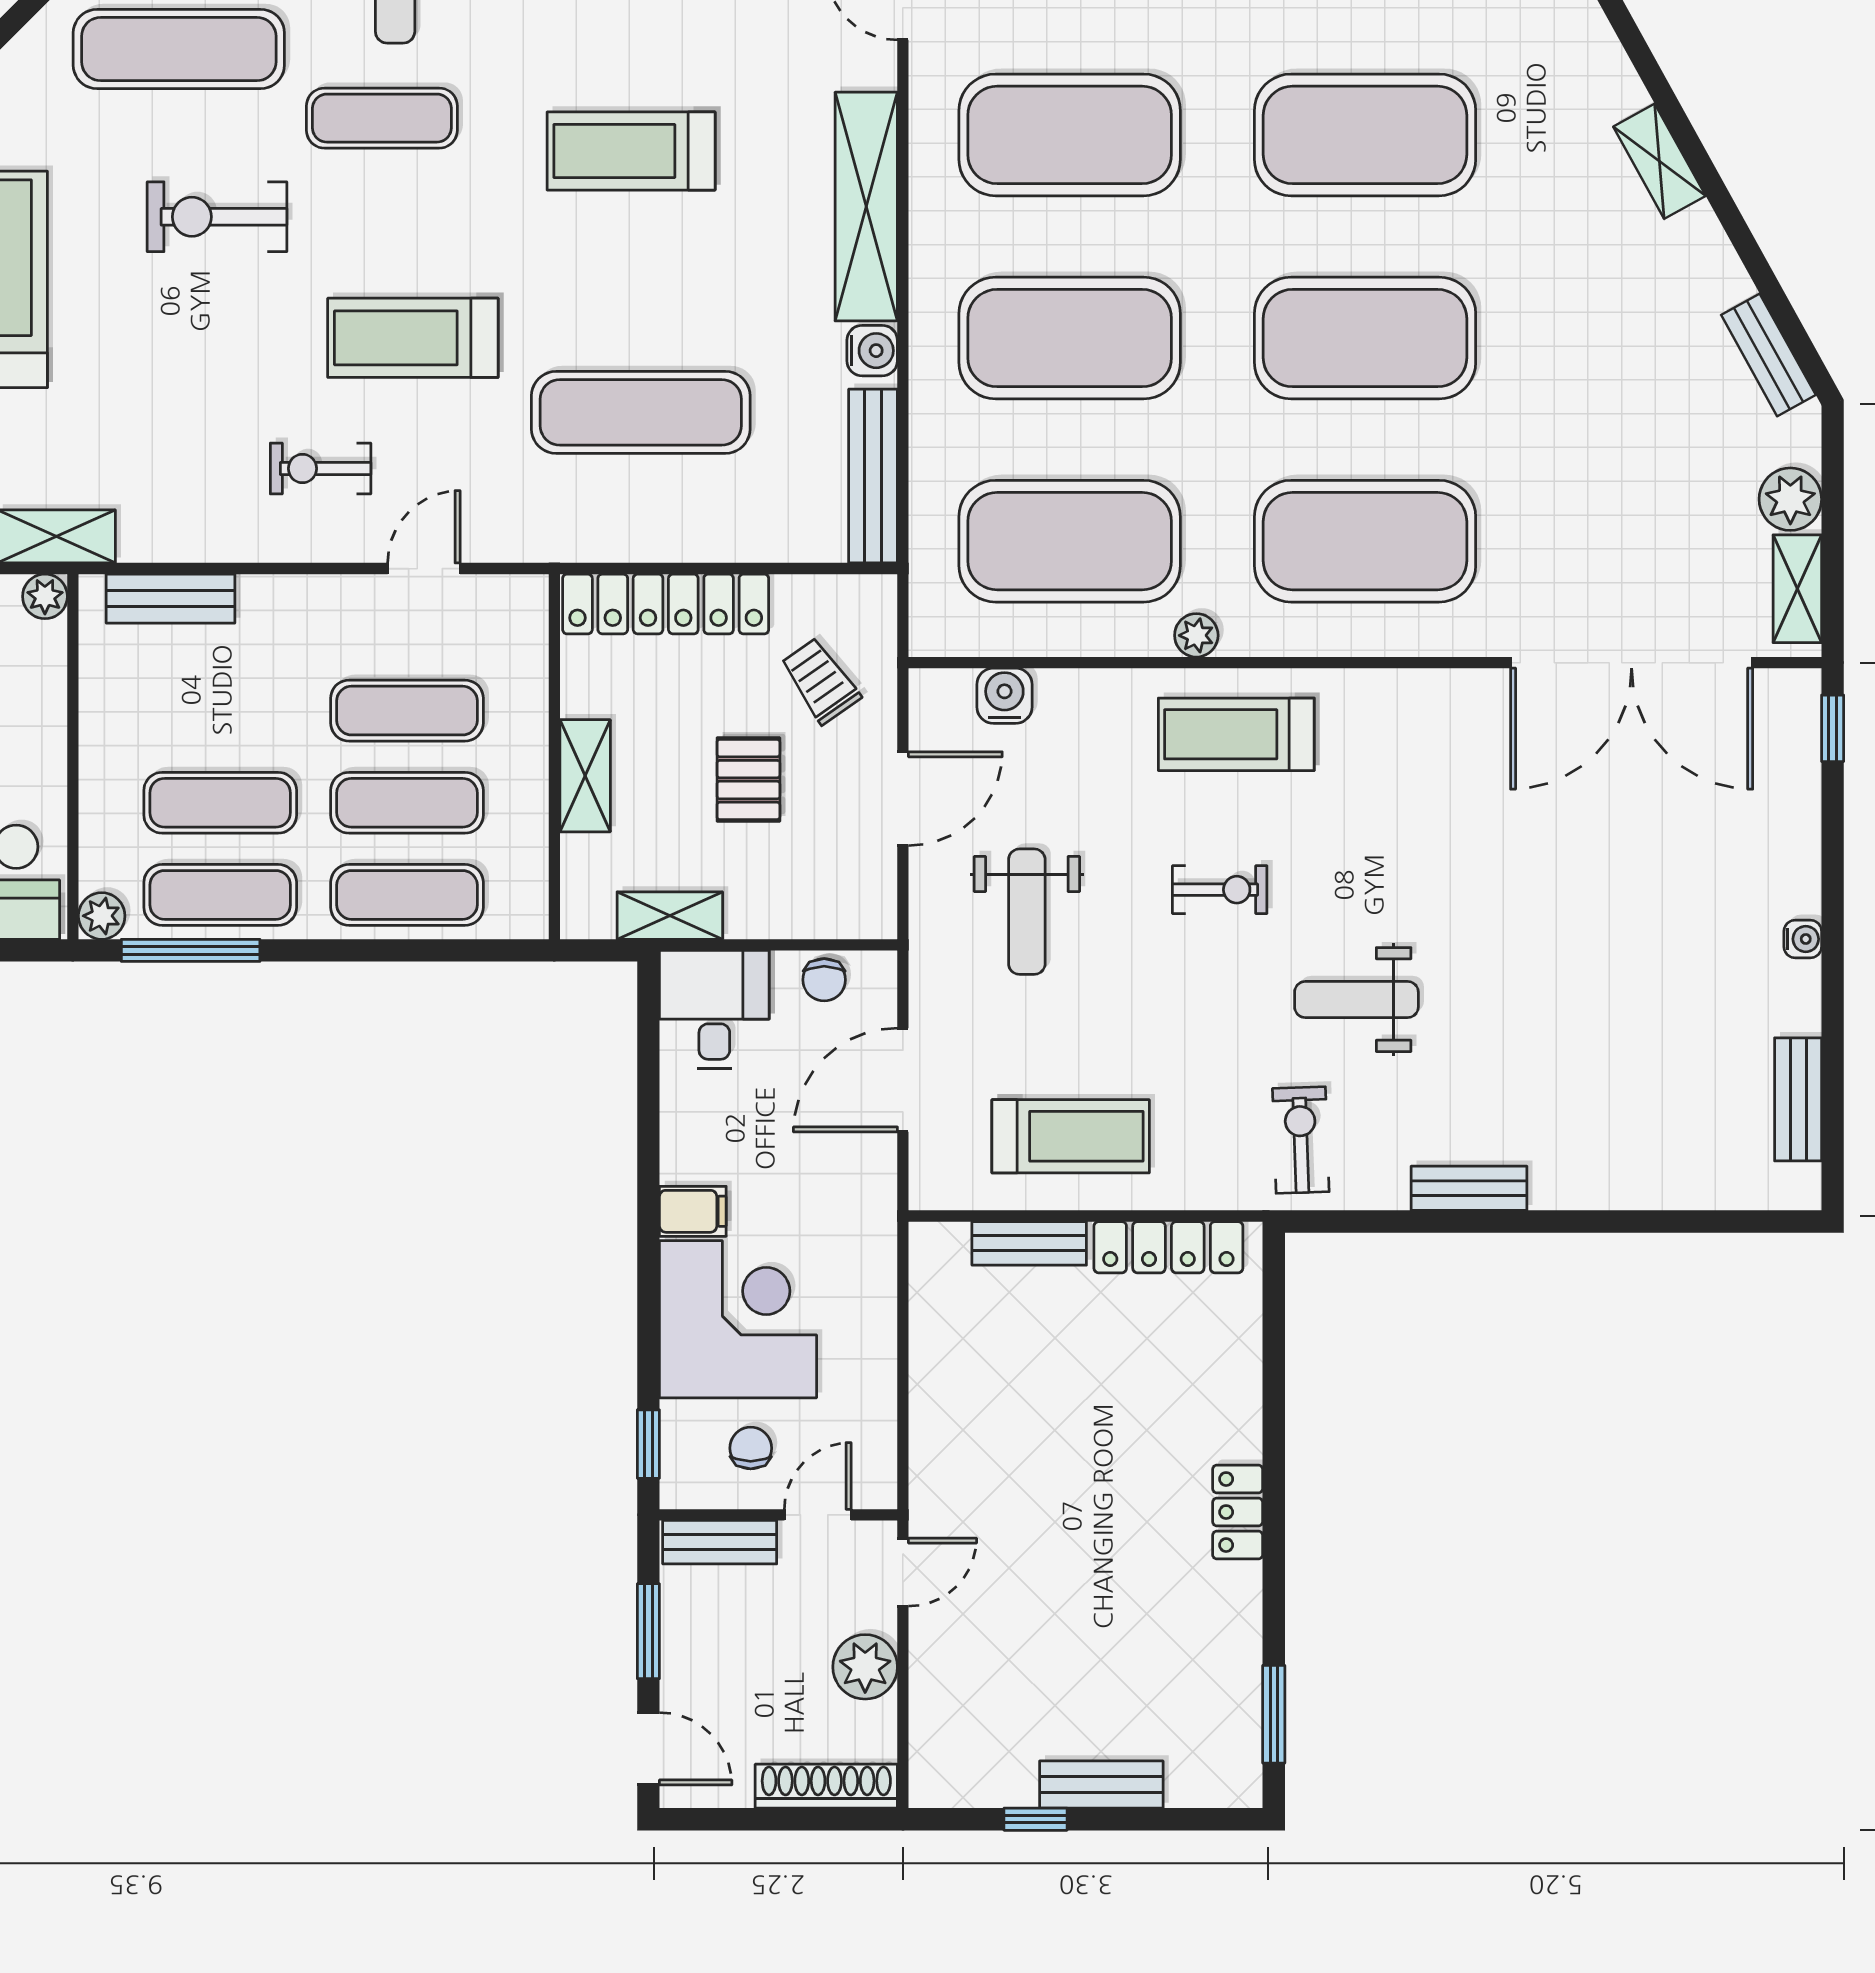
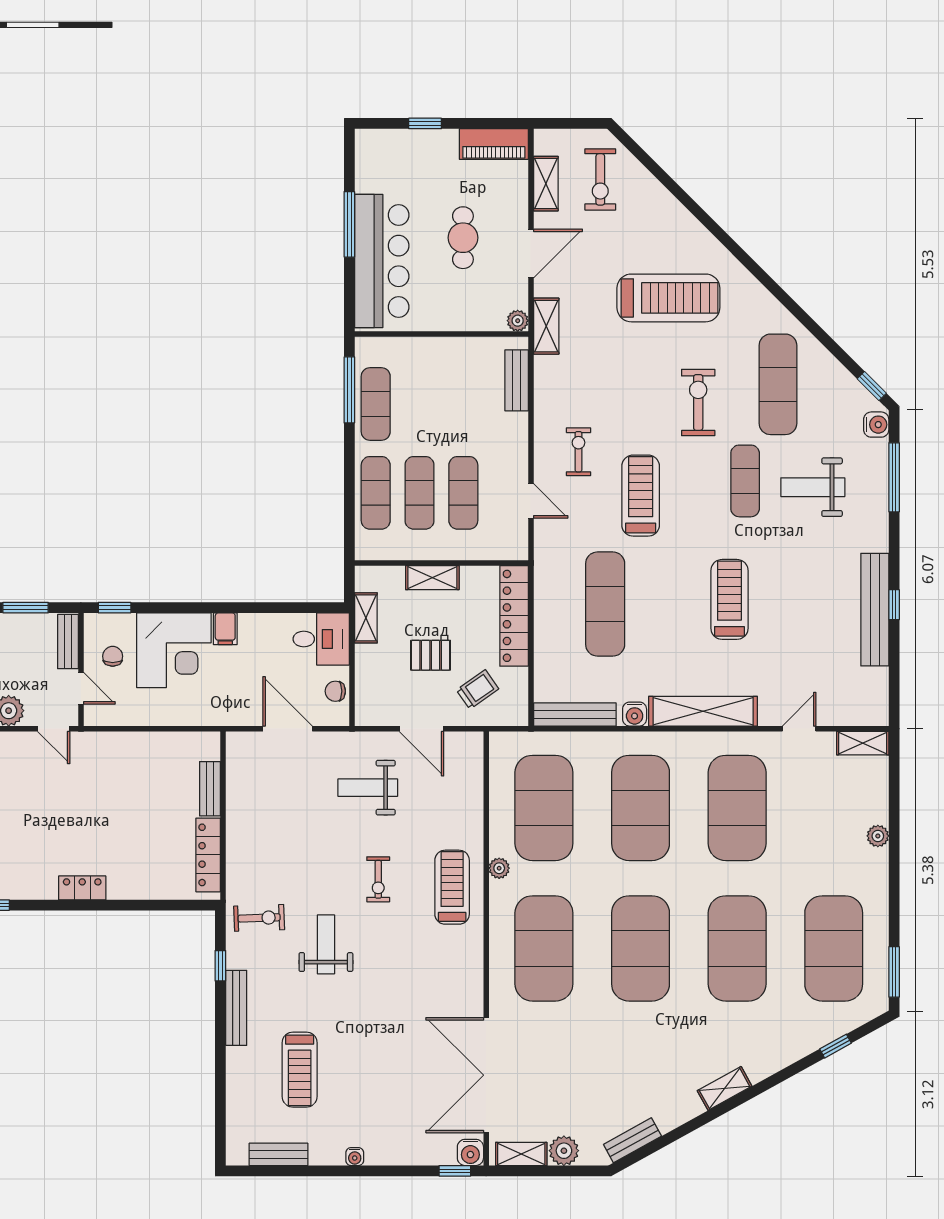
water cooler: (1004, 696) -> (470, 1152), moved, turned 90
exercise mat: (220, 803) -> (420, 404), removed
plant: (102, 916) -> (366, 348), removed
treadmill: (1071, 1136) -> (300, 1070), moved
bench: (1469, 1188) -> (236, 1008), width x1.36
window: (1401, 1222) -> (220, 966), added
chair: (751, 1448) -> (113, 656), turned -90

